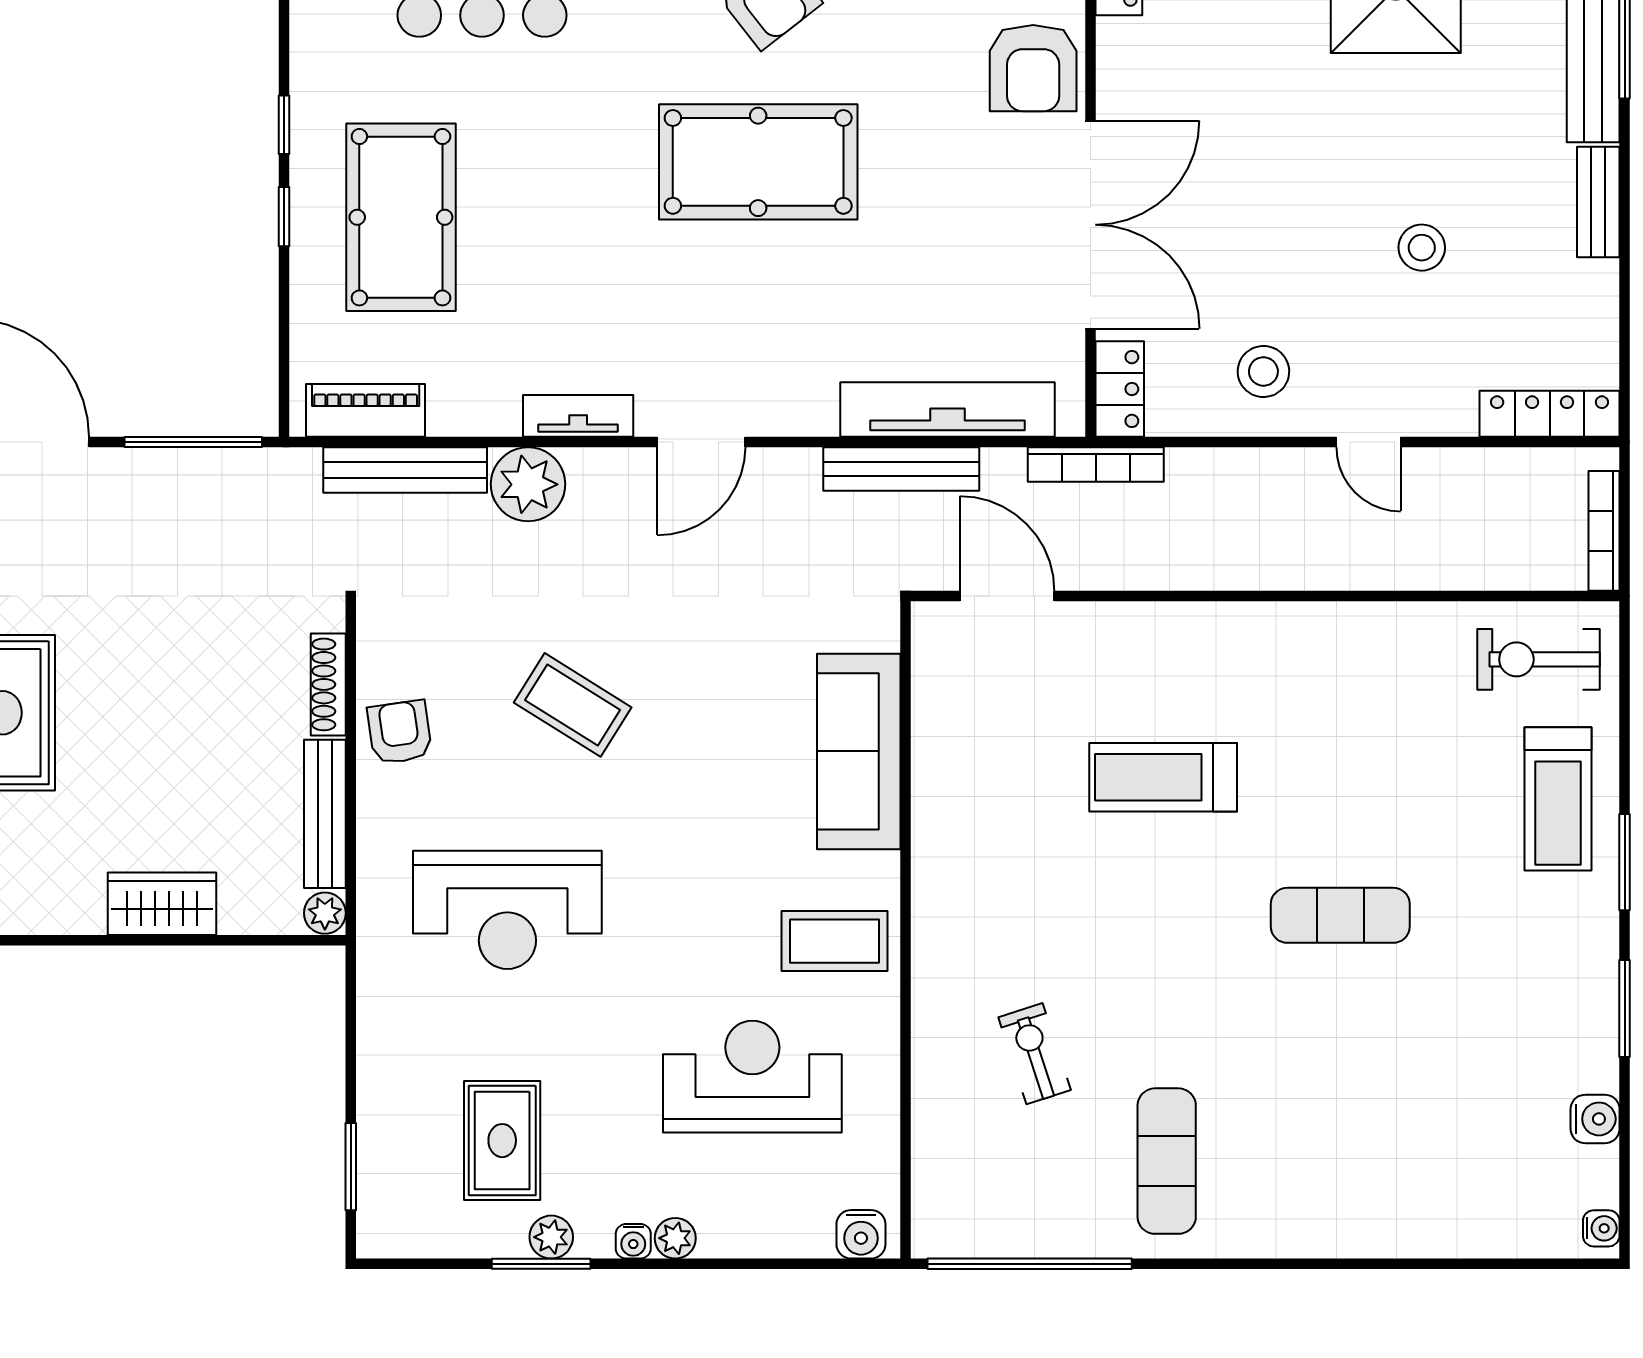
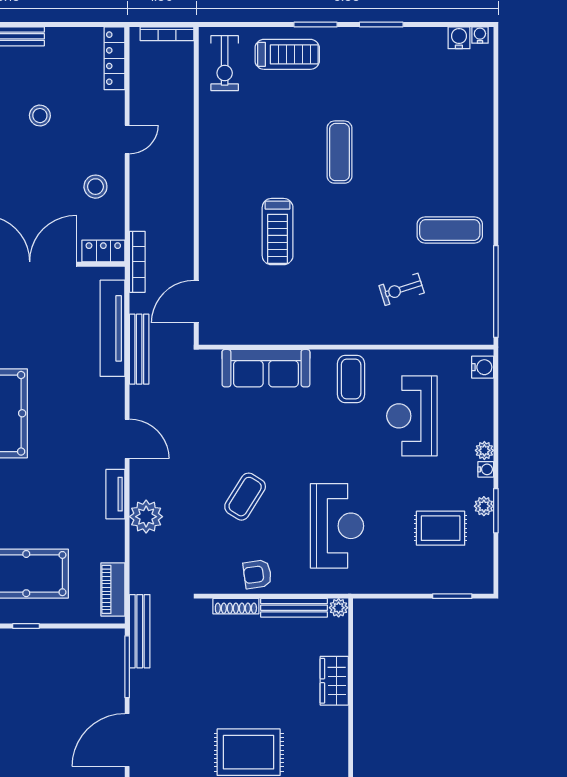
bench: (405, 470) -> (140, 631), moved
water cooler: (1595, 1119) -> (459, 38), moved

